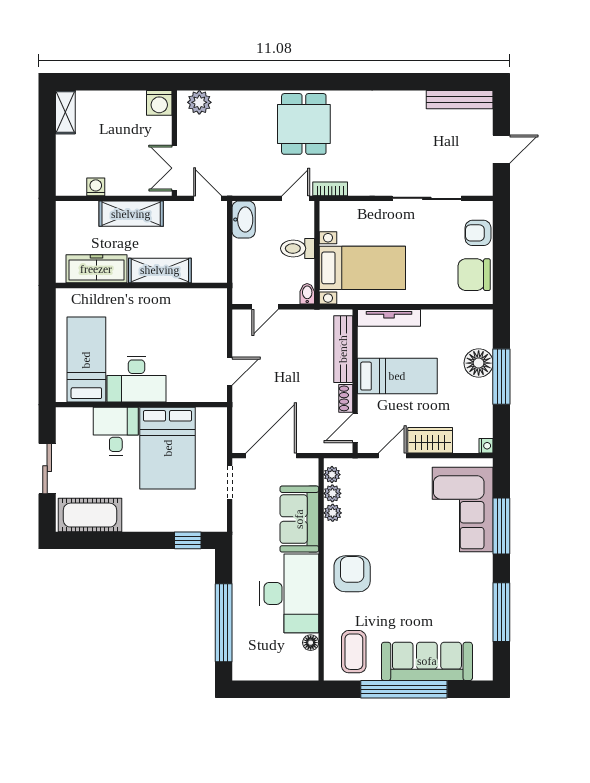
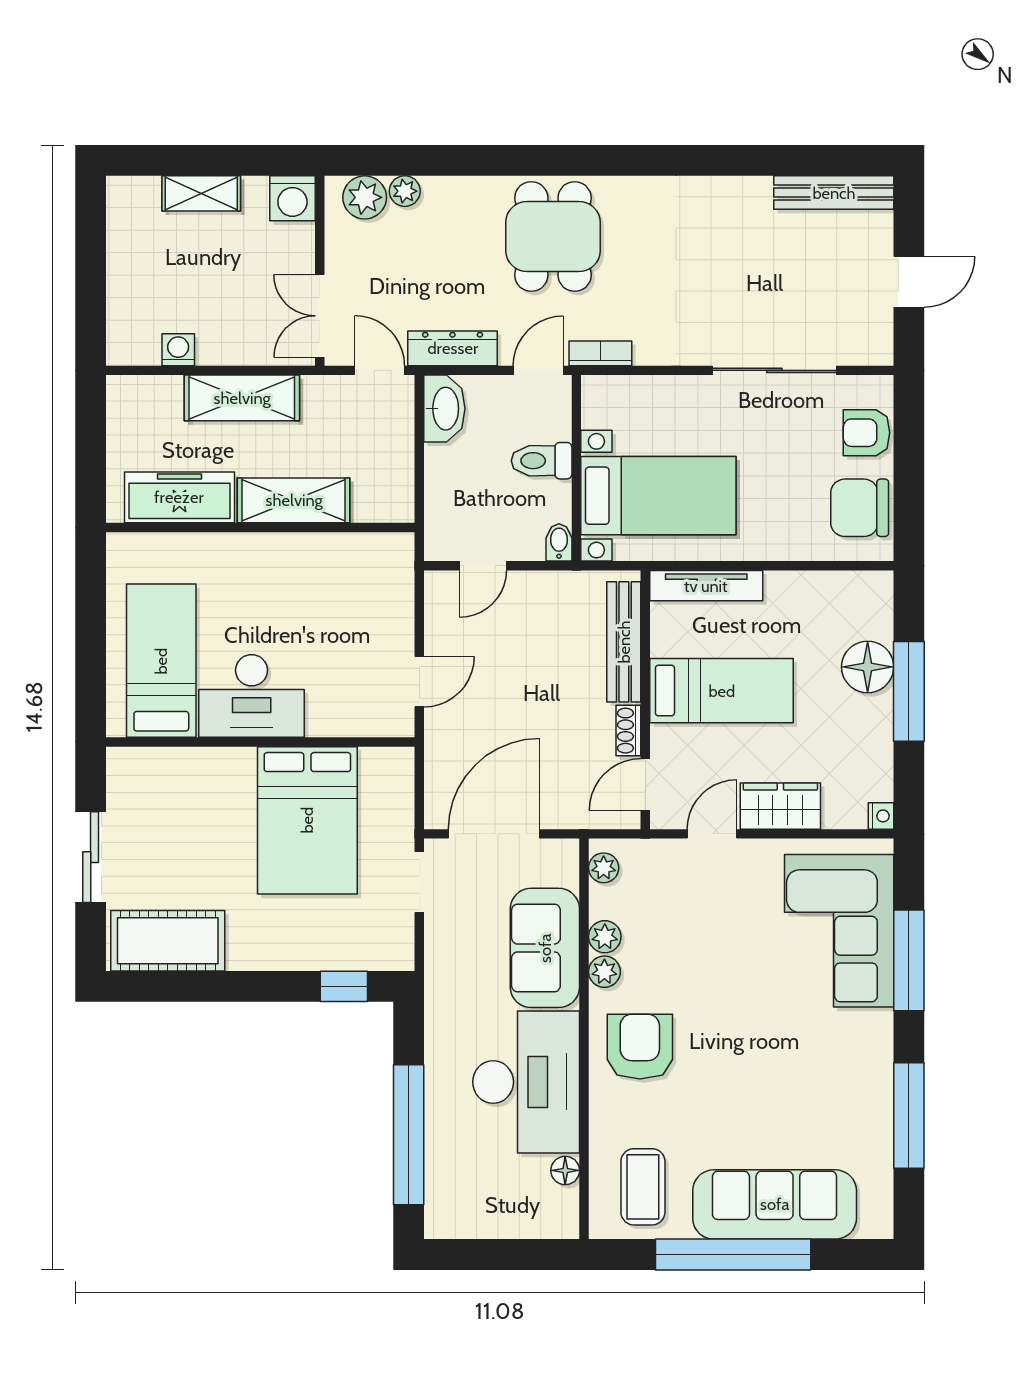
plant: (222, 99) -> (405, 191), added
shelving: (65, 112) -> (201, 193), moved, turned 90
dresser: (248, 186) -> (453, 348), added
desk: (116, 431) -> (214, 790), removed
plant: (332, 493) -> (604, 972), moved

